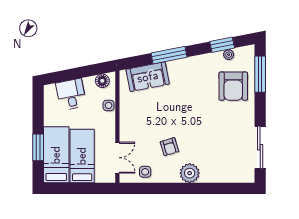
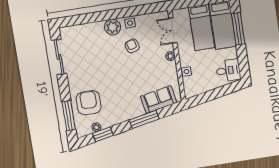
floor lamp: (102, 81) -> (195, 91), removed
desk: (71, 94) -> (228, 70), moved, turned -79
plant: (125, 127) -> (170, 56), added
window: (38, 147) -> (238, 29), width x1.44
side table: (145, 172) -> (130, 23), moved

